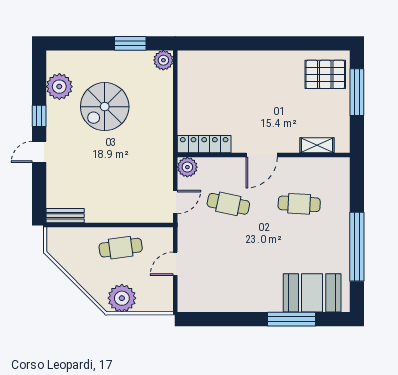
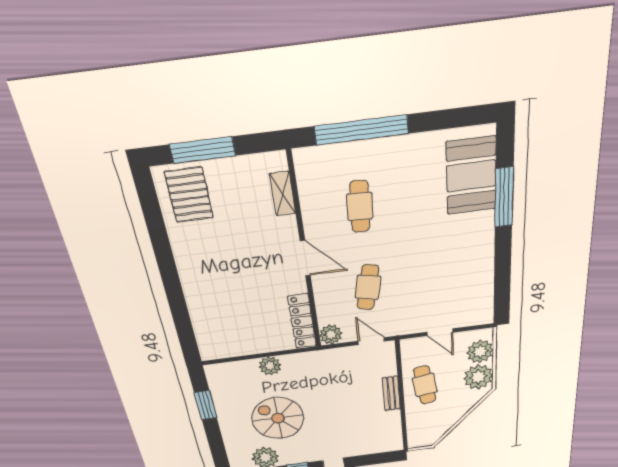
plant: (163, 60) -> (270, 366), moved
spiral stairs: (105, 107) -> (278, 418), turned 180
bench: (65, 216) -> (391, 393), moved
window: (357, 247) -> (362, 130), moved
plant: (150, 300) -> (480, 351), added

